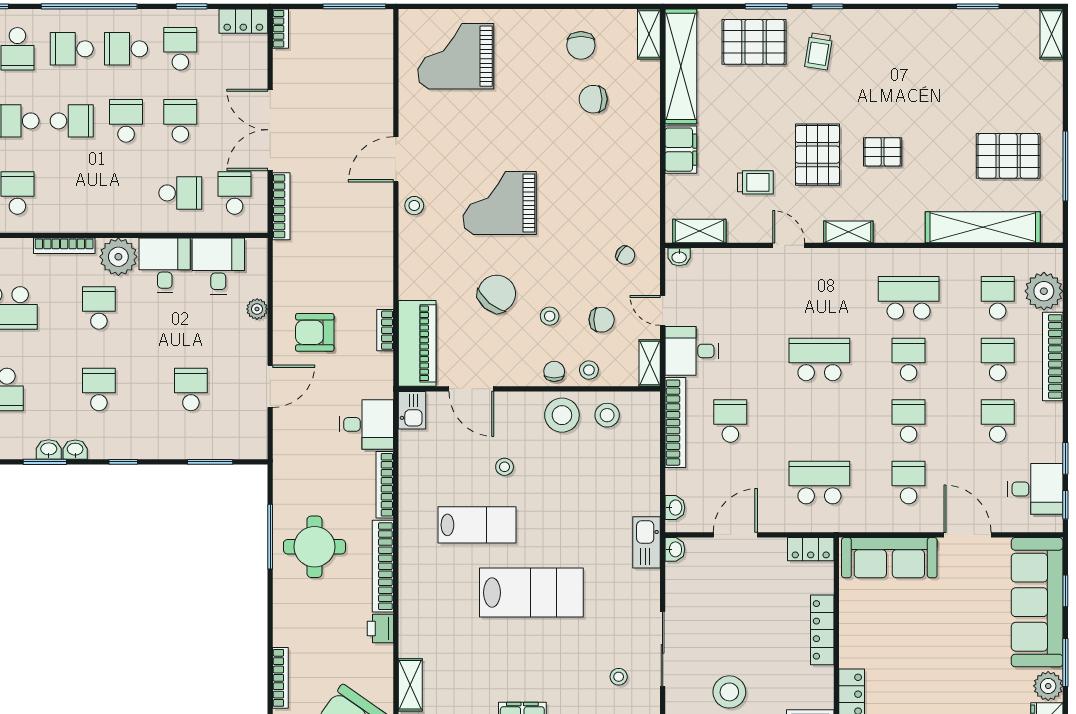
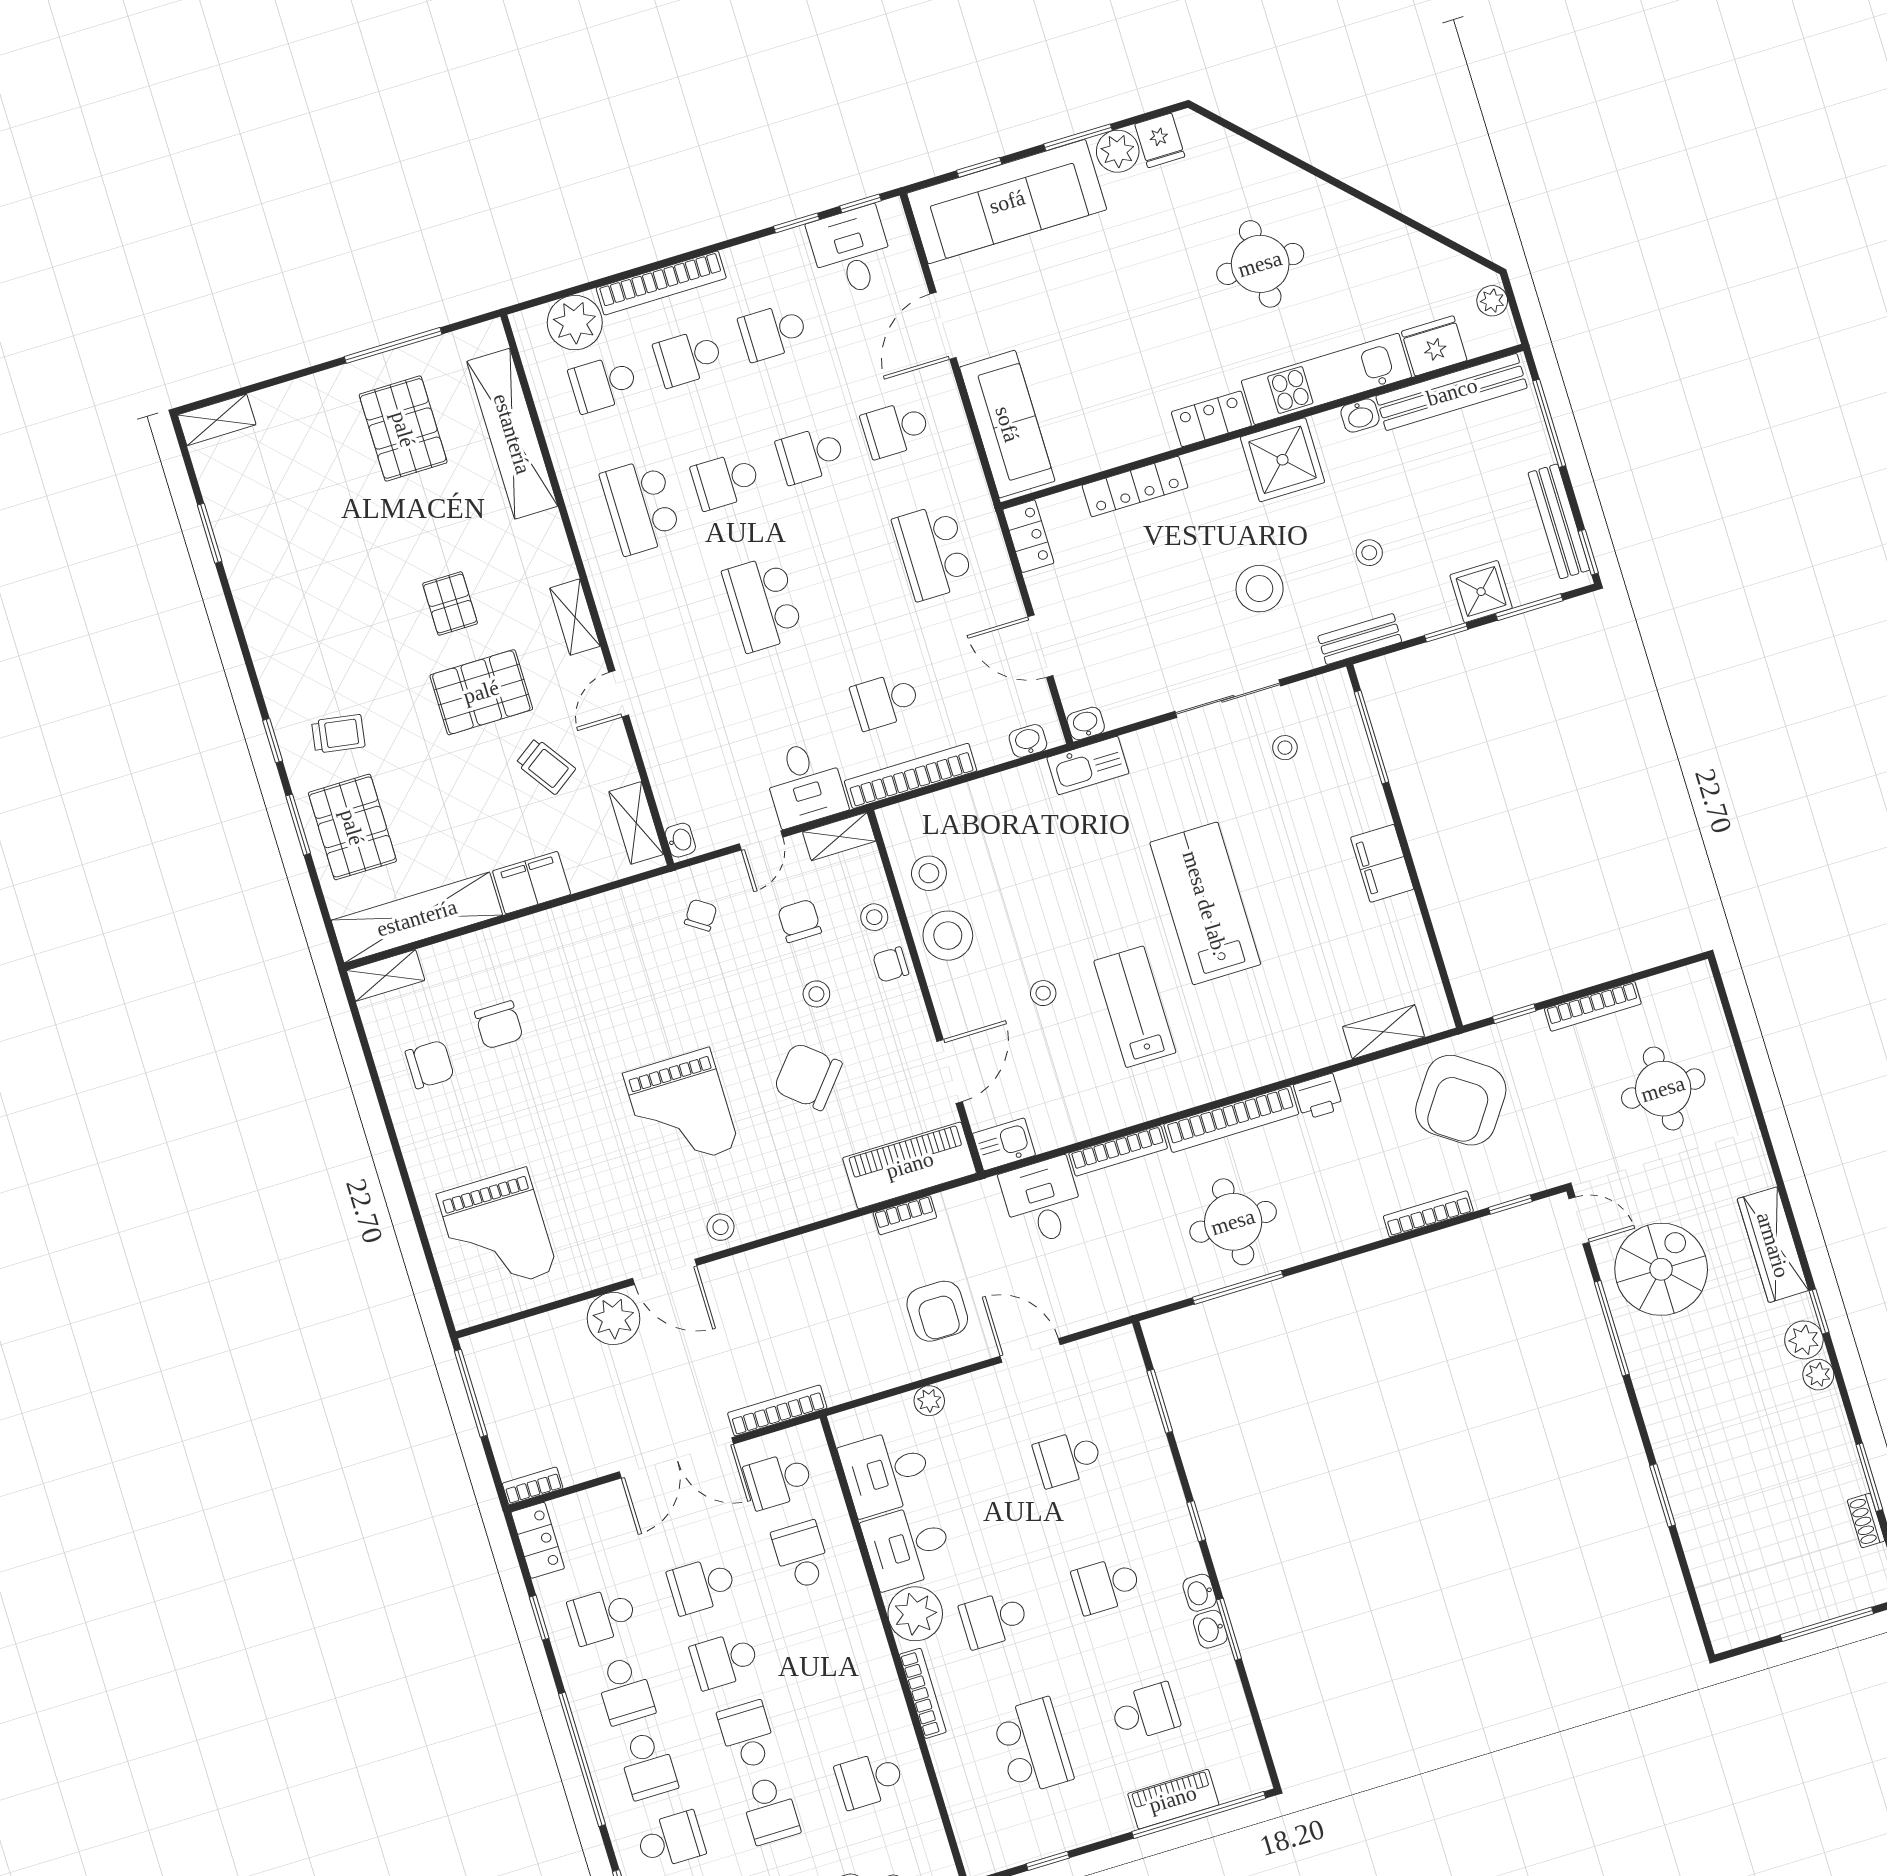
plant: (375, 116) -> (614, 1319), added
trolley: (755, 182) -> (546, 766), turned 145

